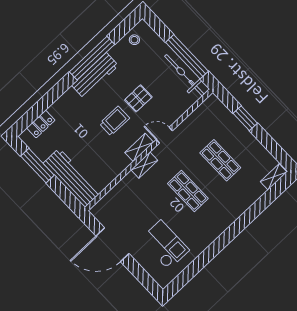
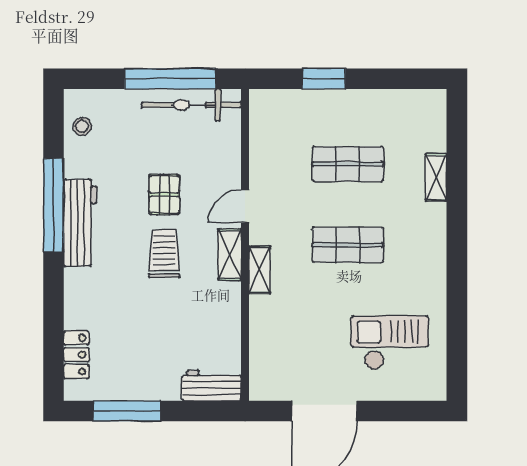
shelving: (274, 177) -> (436, 177), moved
workbench: (72, 178) -> (212, 386), width x0.53, depth x0.76

